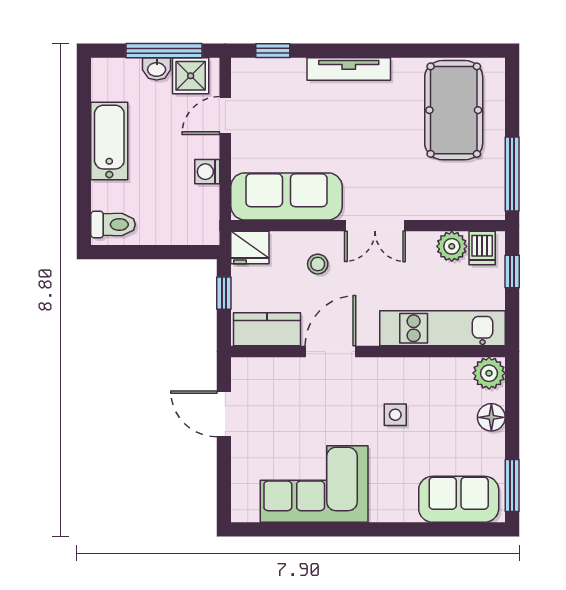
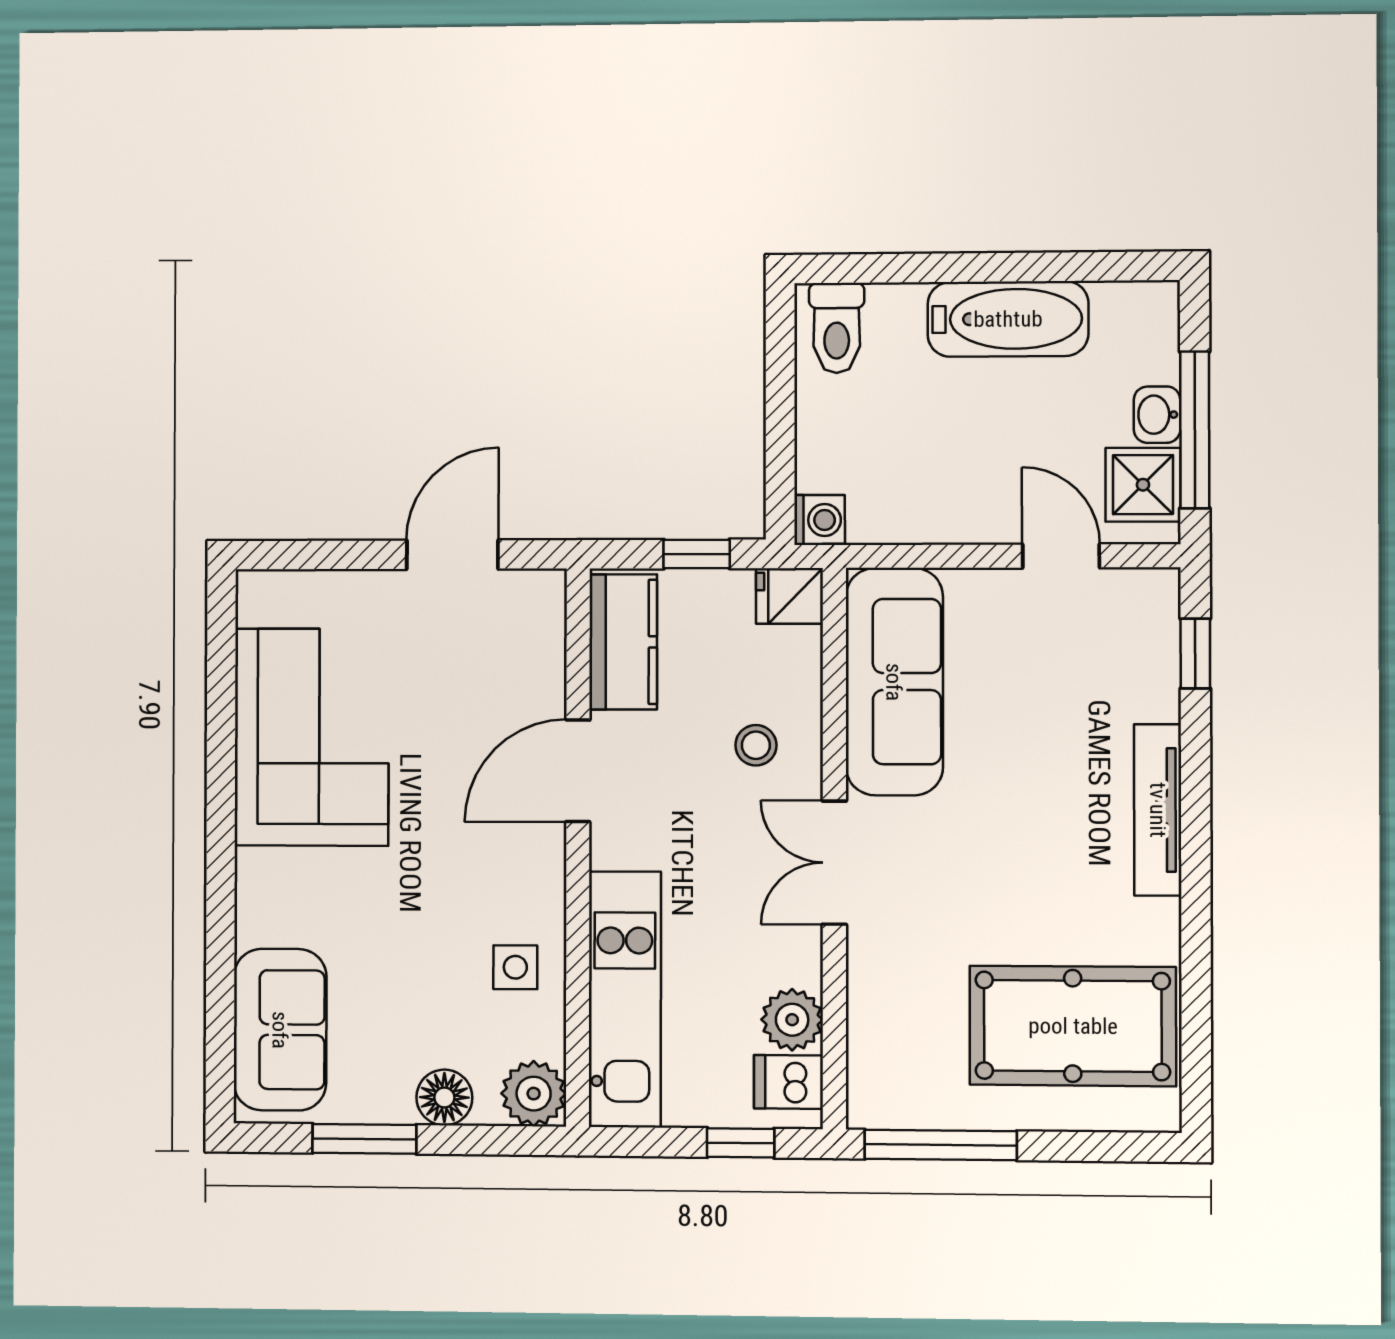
washing machine: (207, 172) -> (820, 520), moved, turned 90
fridge: (250, 248) -> (790, 596), width x0.72
door: (330, 352) -> (578, 771), swing flipped
side table: (395, 415) -> (515, 967), moved
window: (512, 485) -> (364, 1139), moved

